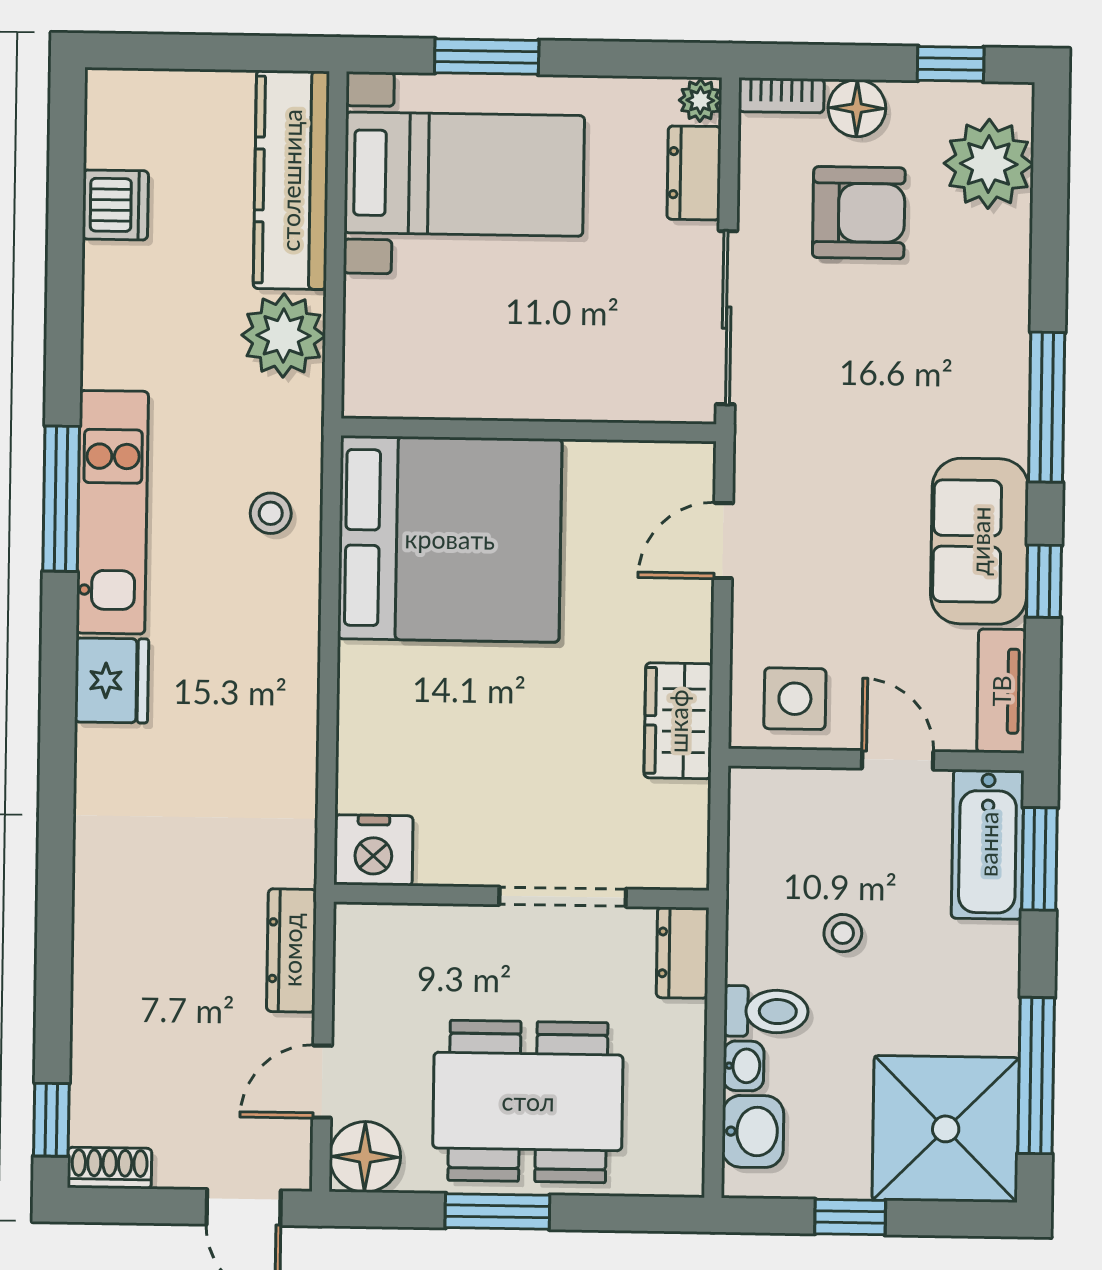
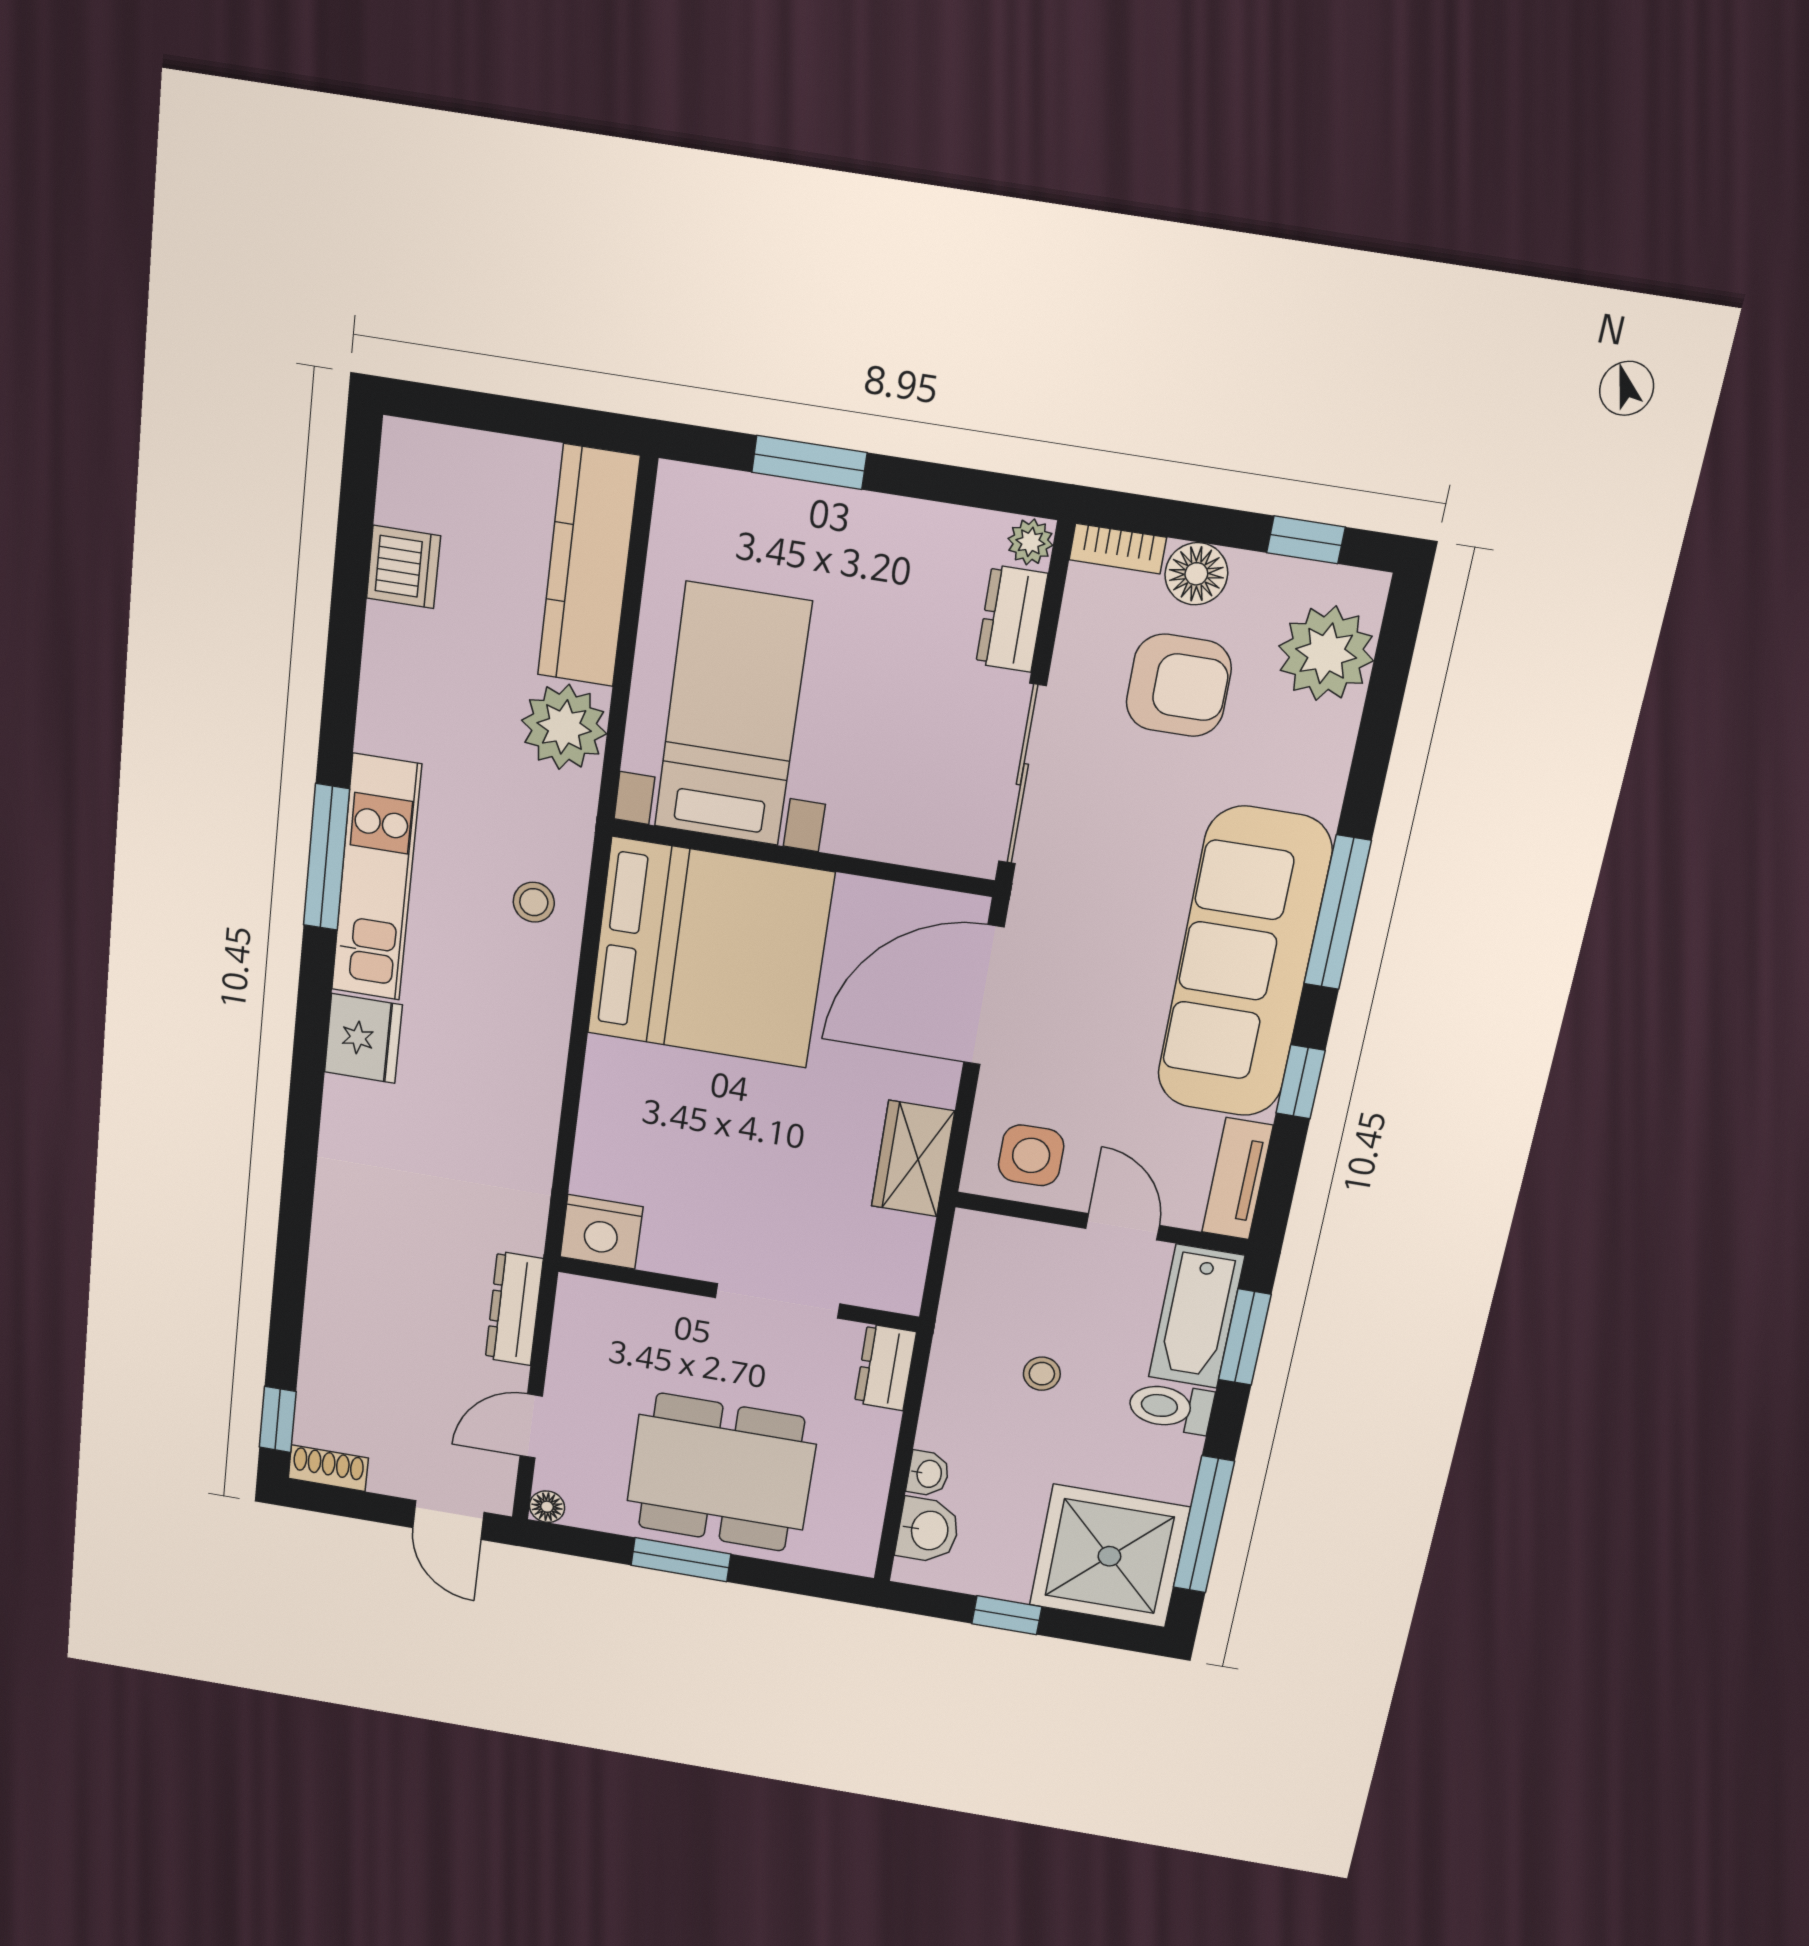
bed with nightstands: (464, 174) -> (732, 715), moved, turned -90
door: (723, 541) -> (984, 995), width x1.87
sofa: (980, 541) -> (1244, 963), width x1.85, depth x1.27
toilet: (766, 1011) -> (1171, 1407), moved, turned 180
floor lamp: (365, 1157) -> (547, 1507), width x0.53, depth x0.53

